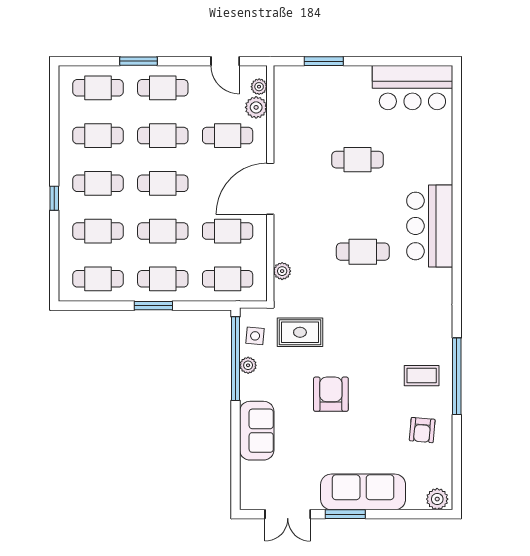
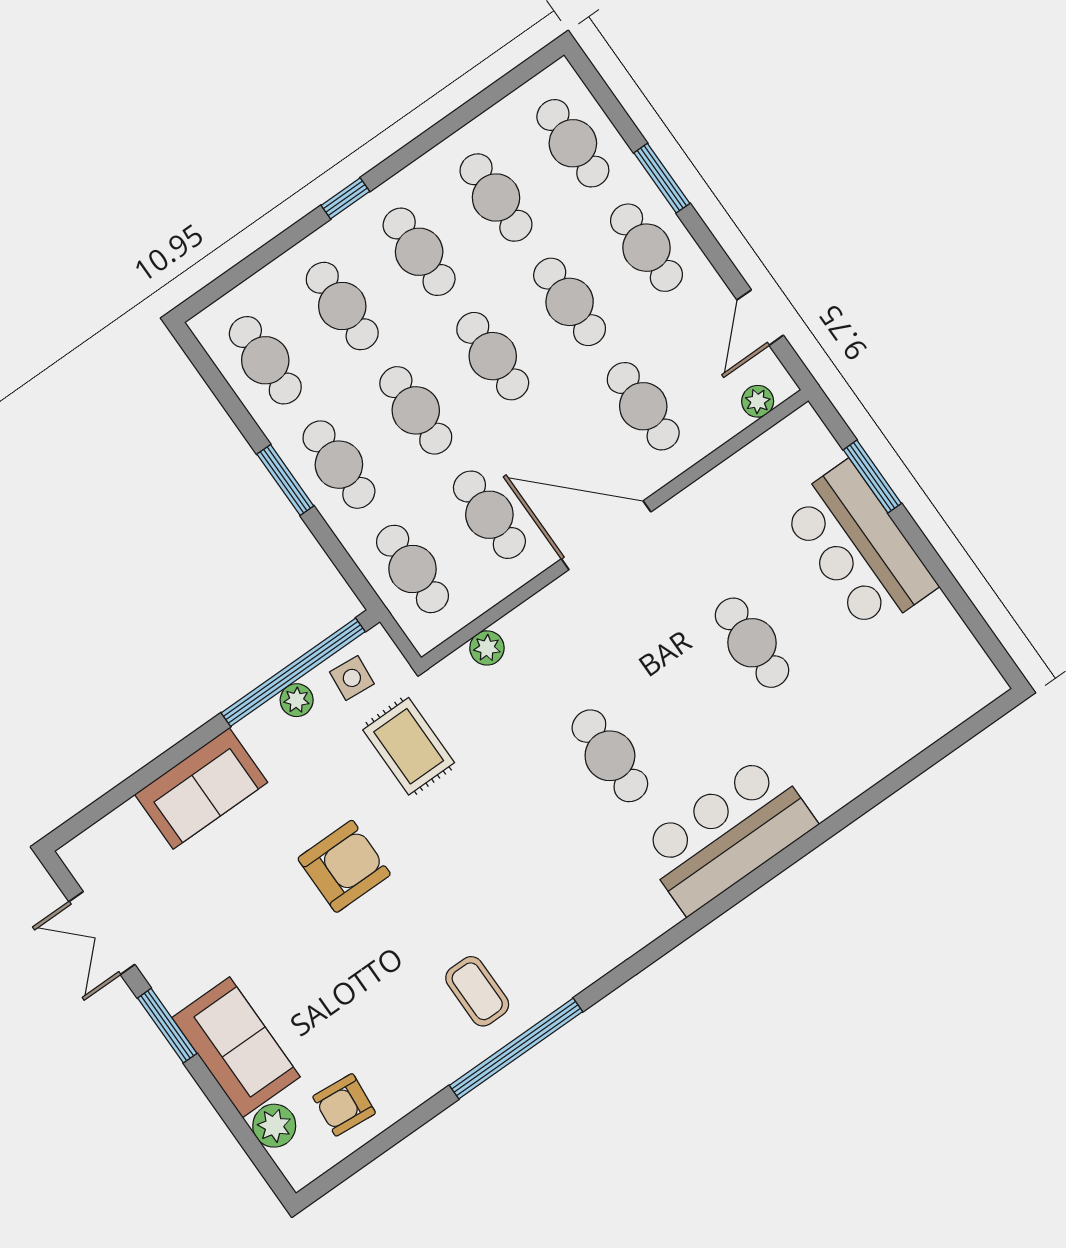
bar counter: (412, 88) -> (859, 547), moved
plant: (256, 107) -> (721, 420), removed
armchair: (422, 430) -> (344, 1105), moved
sofa: (363, 492) -> (236, 1047), width x0.73
plant: (437, 499) -> (274, 1126), moved

